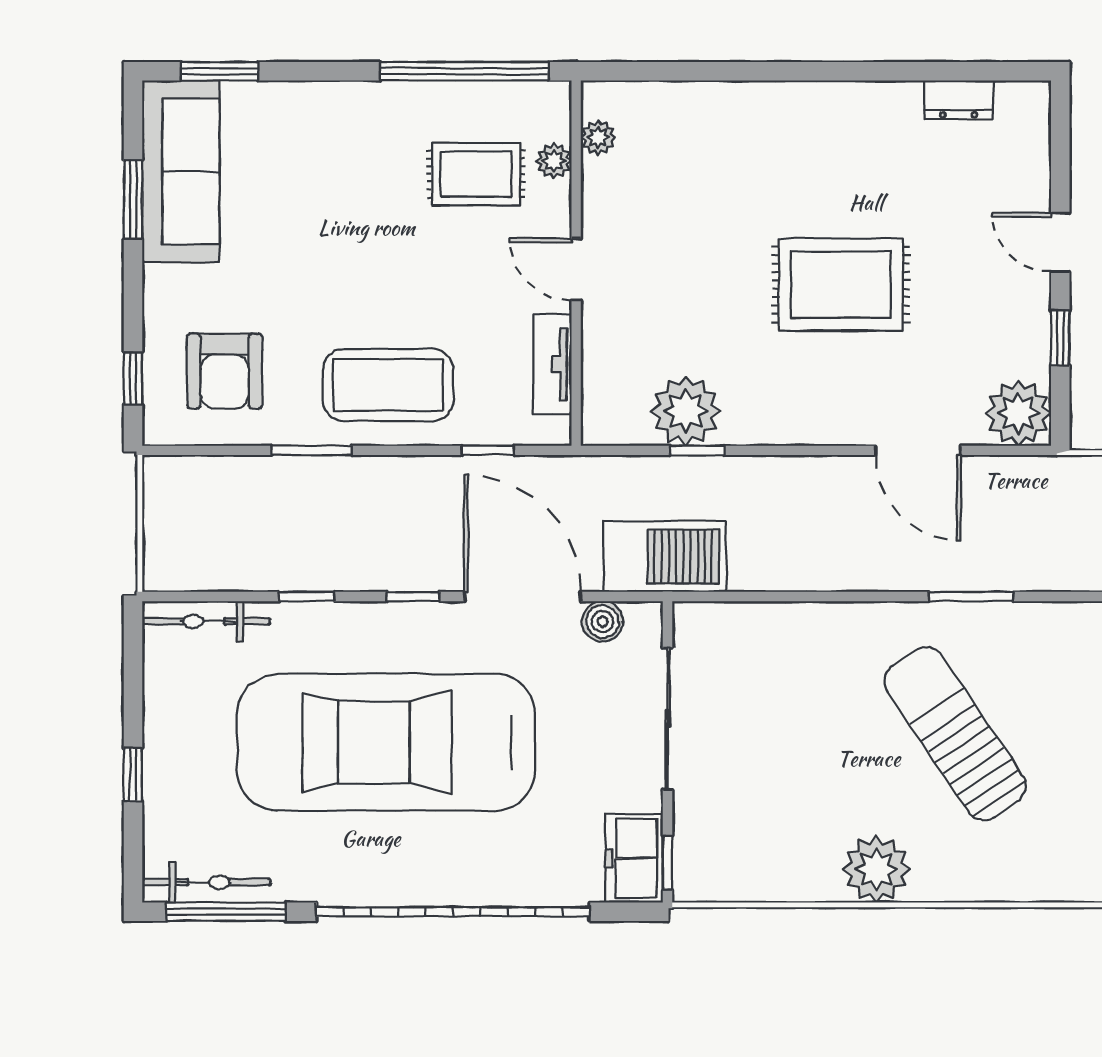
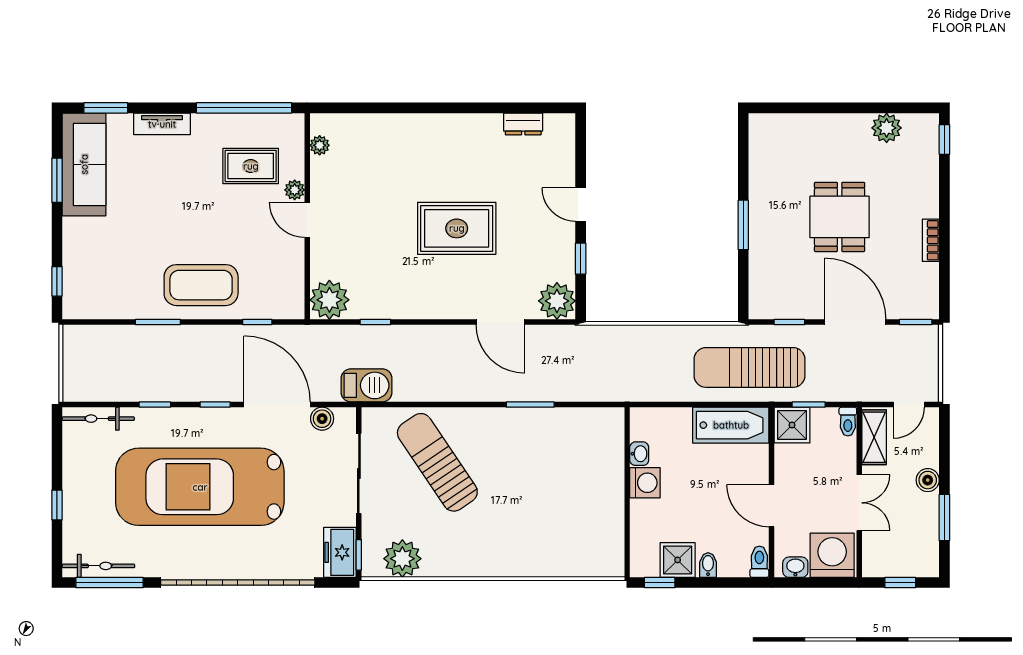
plant: (554, 161) -> (295, 190), moved
tv unit: (552, 364) -> (162, 124), moved, turned -90
armchair: (225, 371) -> (109, 277), removed
plant: (686, 411) -> (329, 300), moved
barbecue: (665, 556) -> (367, 385), width x0.73, depth x0.83
sun lounger: (955, 734) -> (437, 462), moved
plant: (876, 869) -> (402, 559), moved

